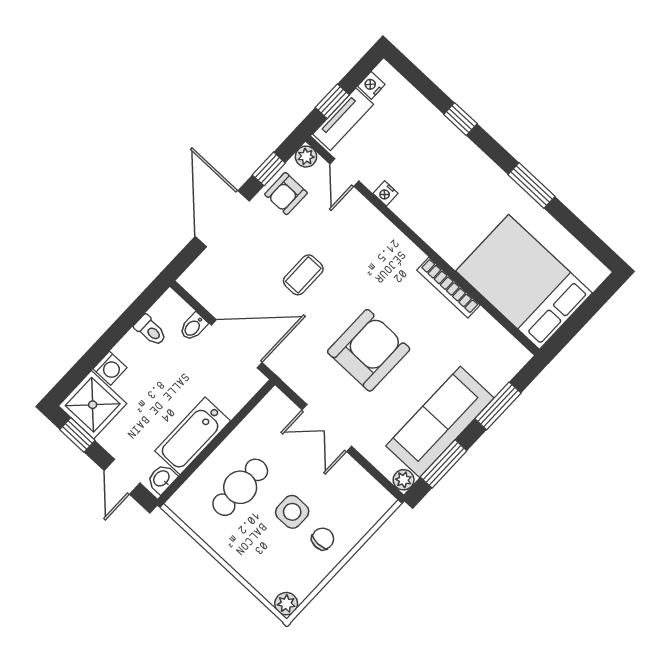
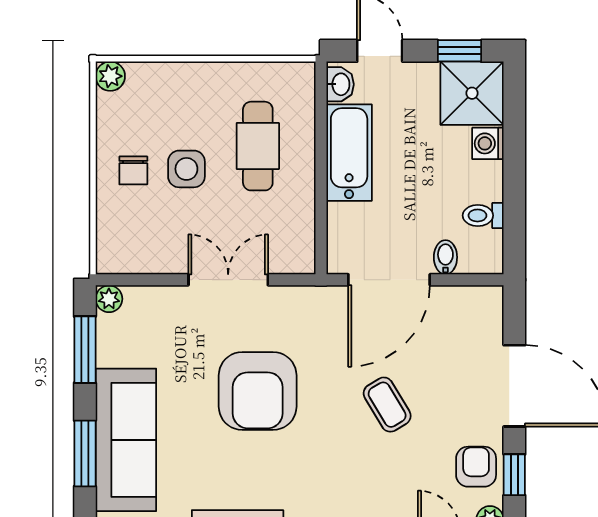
coffee table: (303, 275) -> (387, 405), turned -31
sofa: (440, 422) -> (126, 440), moved

